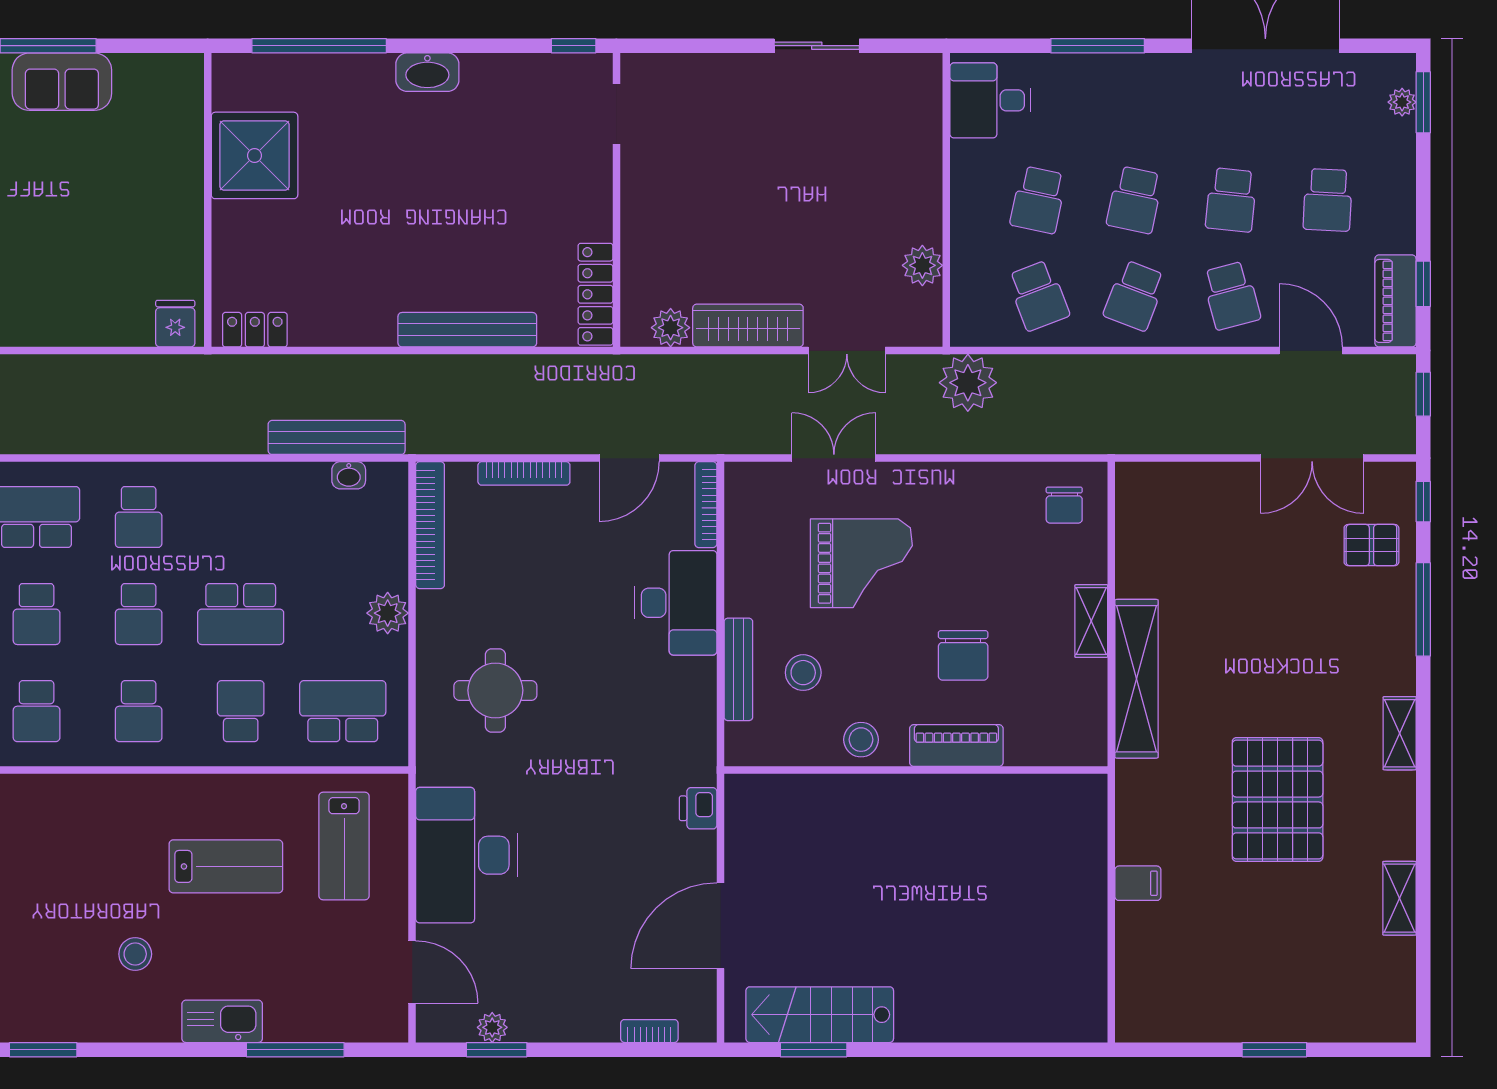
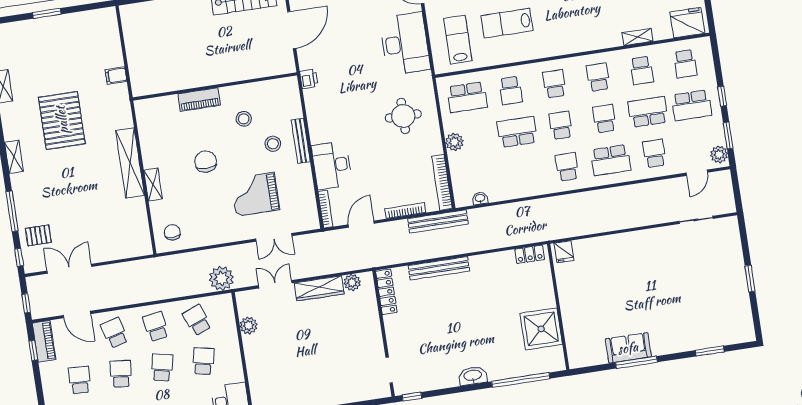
school desk: (1135, 296) -> (156, 327), turned -30
bench: (337, 437) -> (438, 221), moved
piano: (956, 746) -> (199, 100), moved
wall: (916, 770) -> (215, 86), moved

